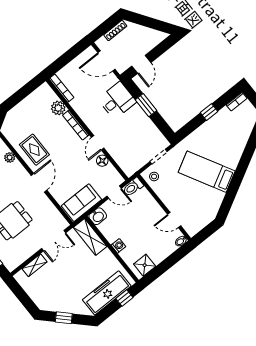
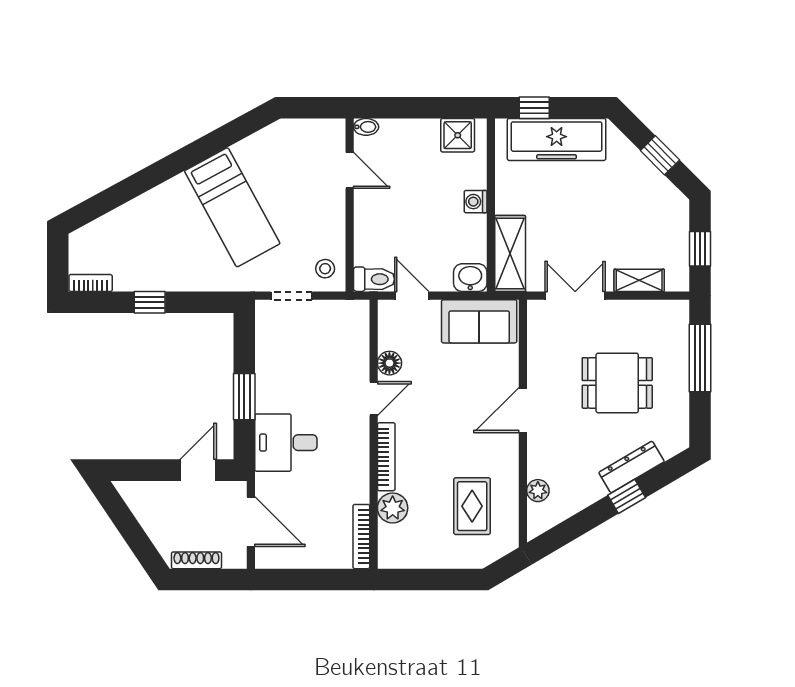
rug: (34, 150) -> (472, 506), moved
window: (21, 295) -> (700, 249), added

